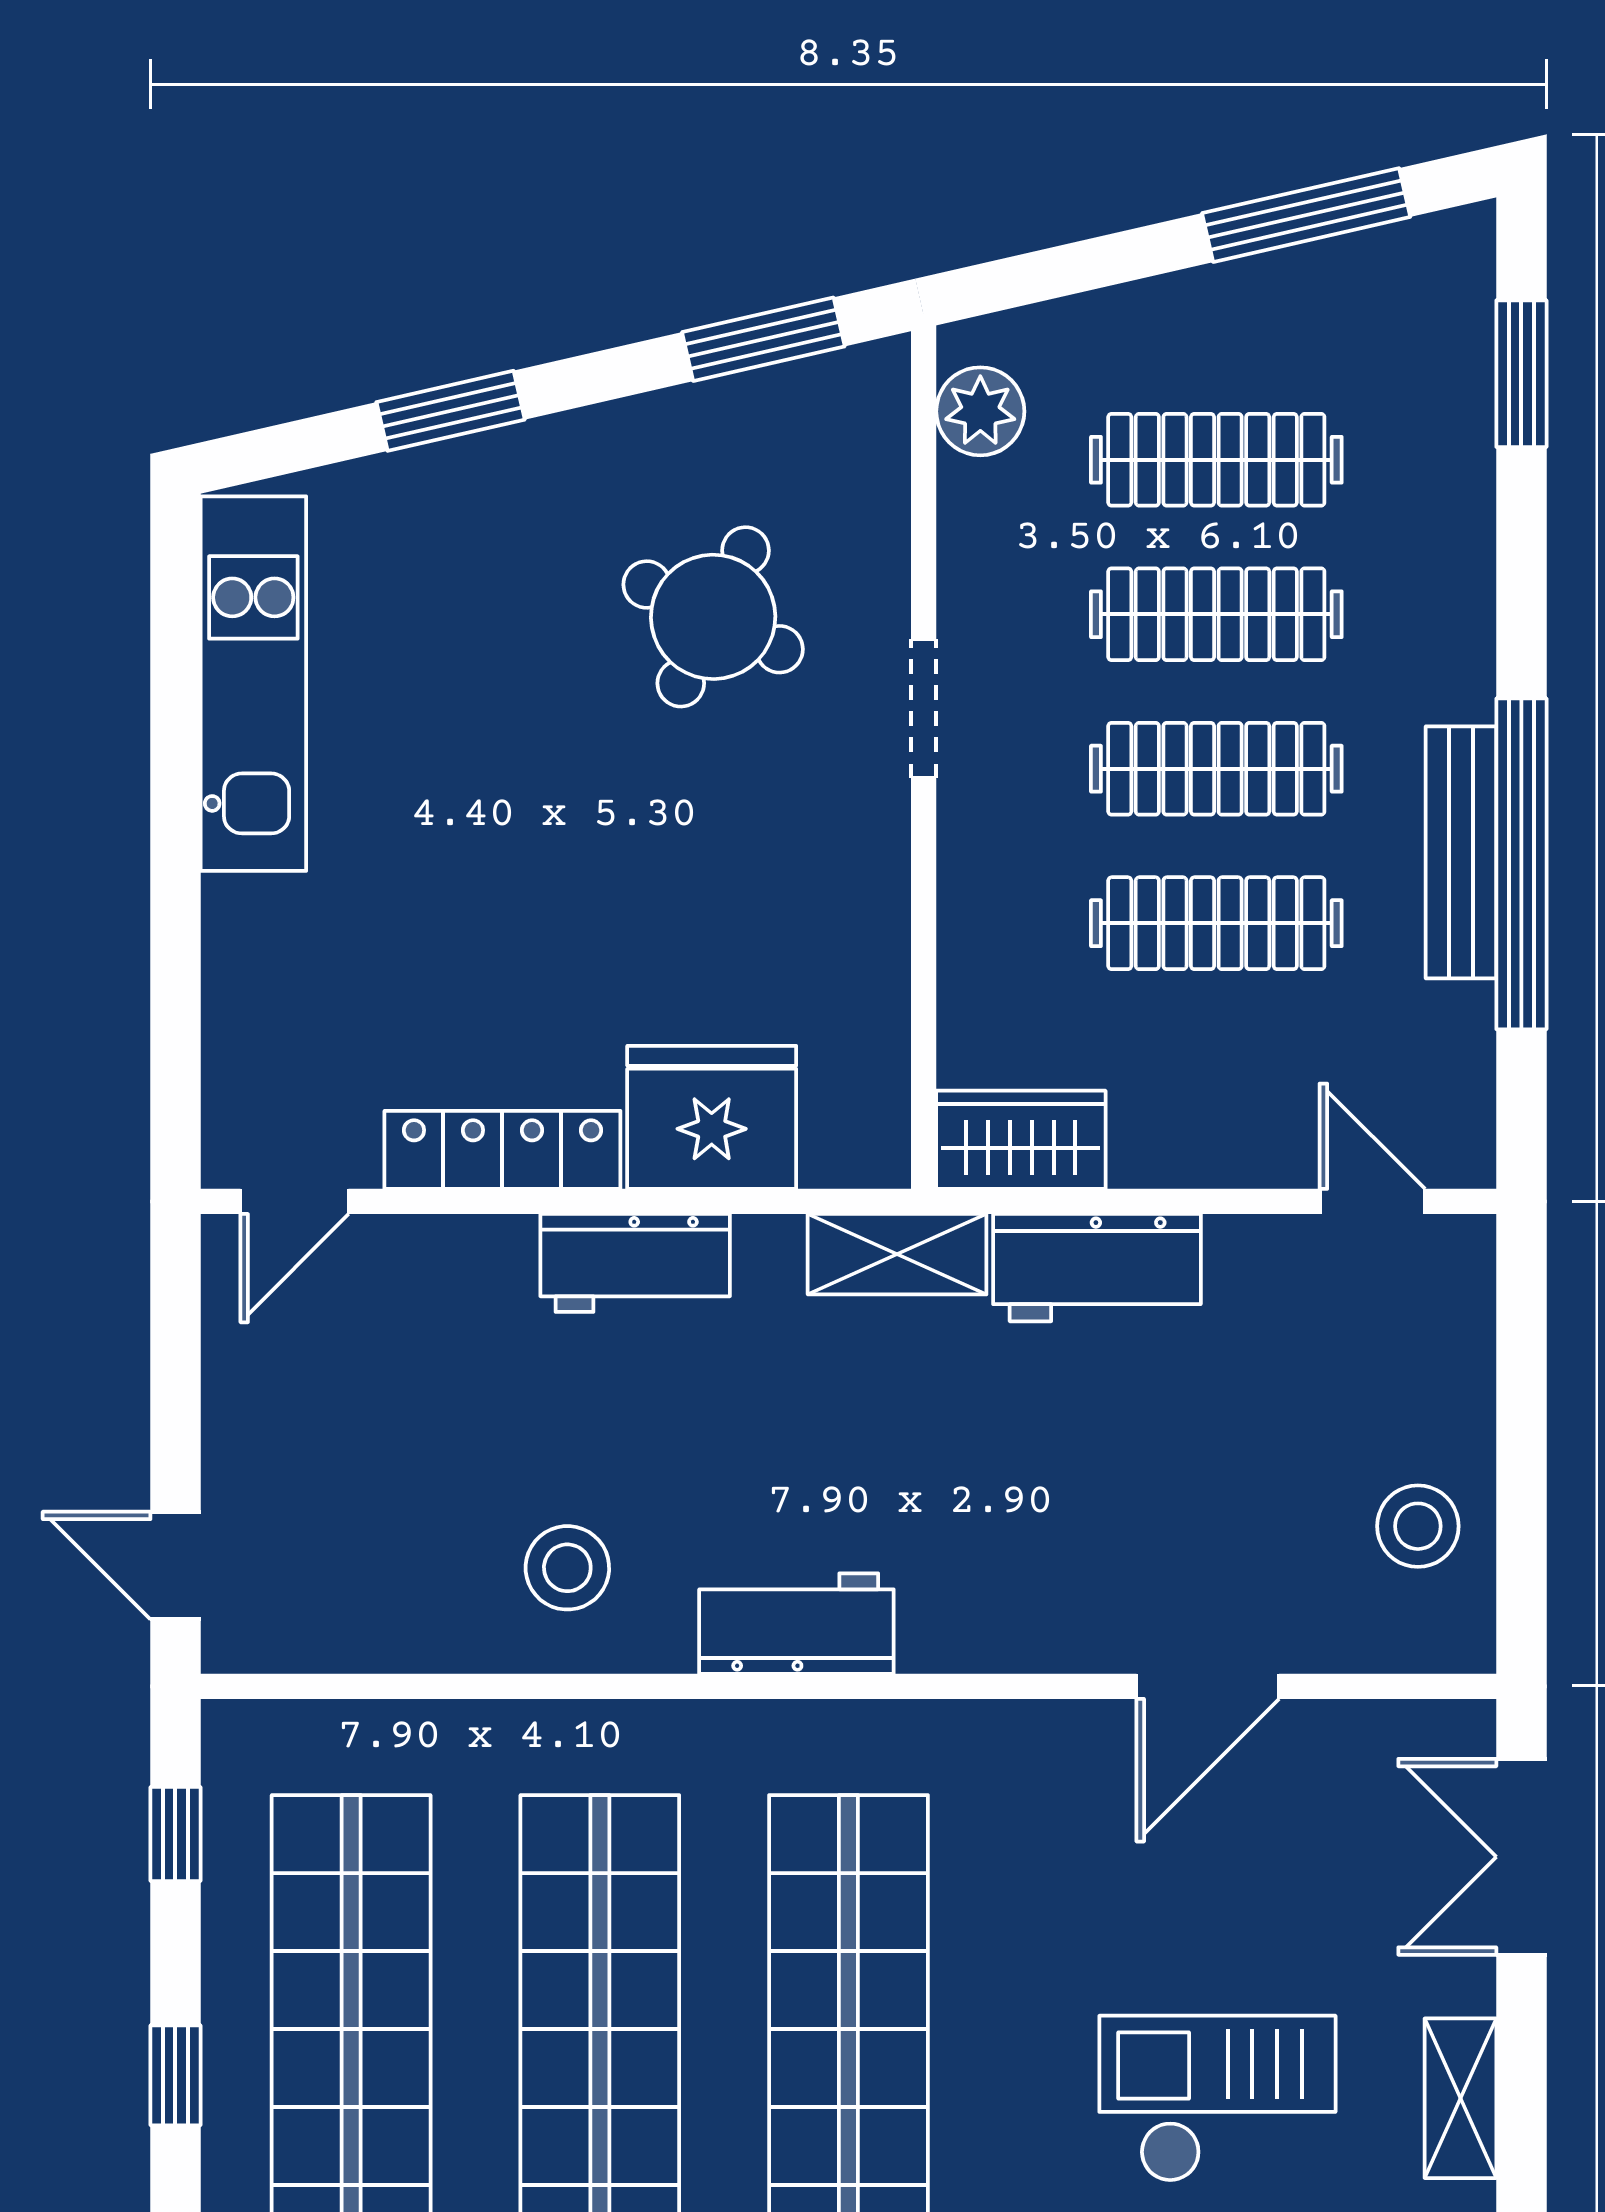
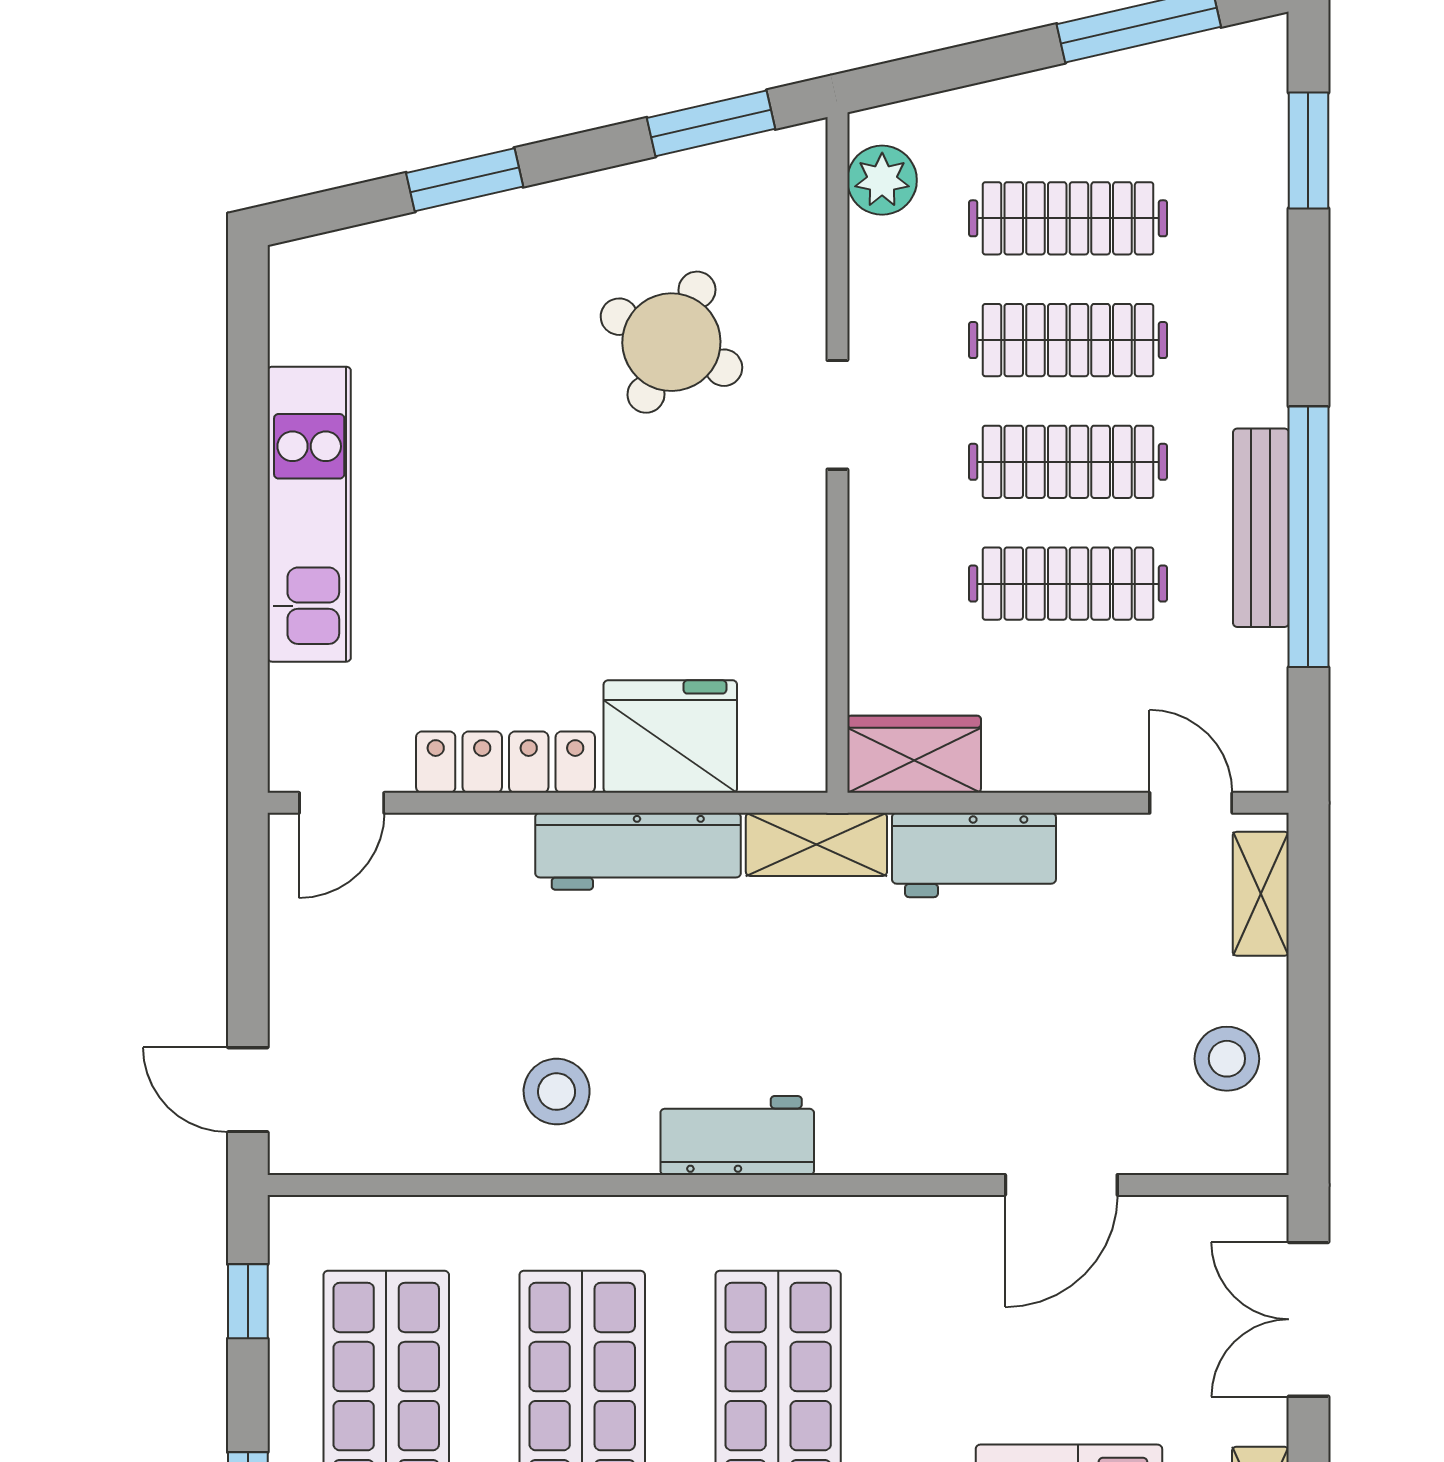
kitchen unit: (253, 684) -> (309, 514), moved
workbench: (635, 1263) -> (638, 851), width x1.38
shelving: (1461, 1317) -> (1261, 894), added

